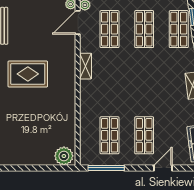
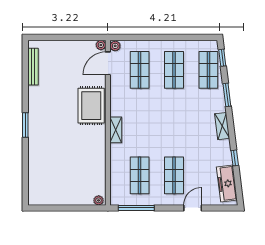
shelving: (85, 66) -> (116, 130), moved
rug: (28, 74) -> (91, 106), moved, turned 90
plant: (64, 156) -> (99, 200), width x0.53, depth x0.53

